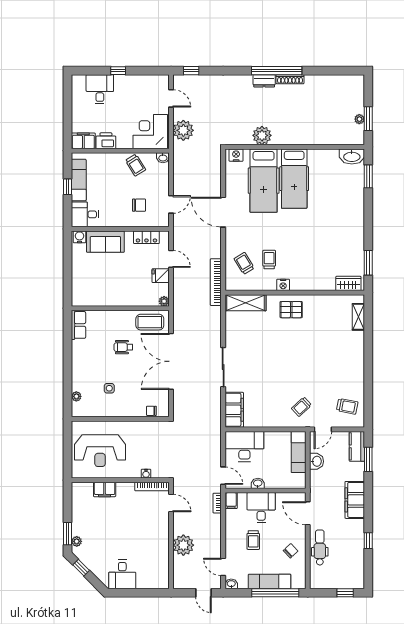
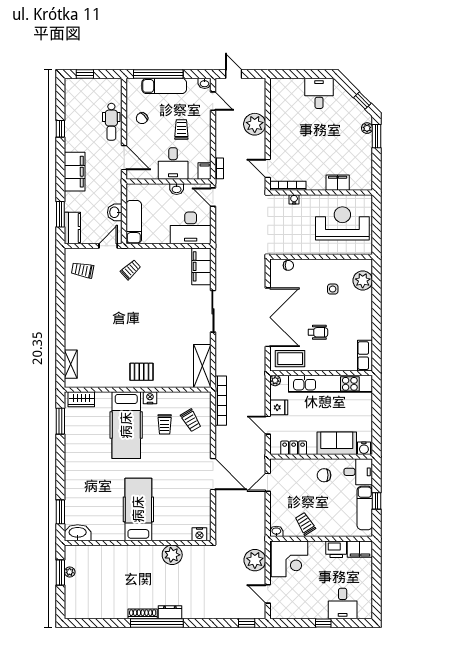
hospital bed: (264, 181) -> (126, 425), moved, turned 180
chair: (139, 205) -> (324, 475), moved
kitchen unit: (111, 298) -> (331, 384), added
shelving: (246, 303) -> (202, 366), moved, turned 90
plant: (76, 396) -> (363, 281), width x1.88, depth x1.88

